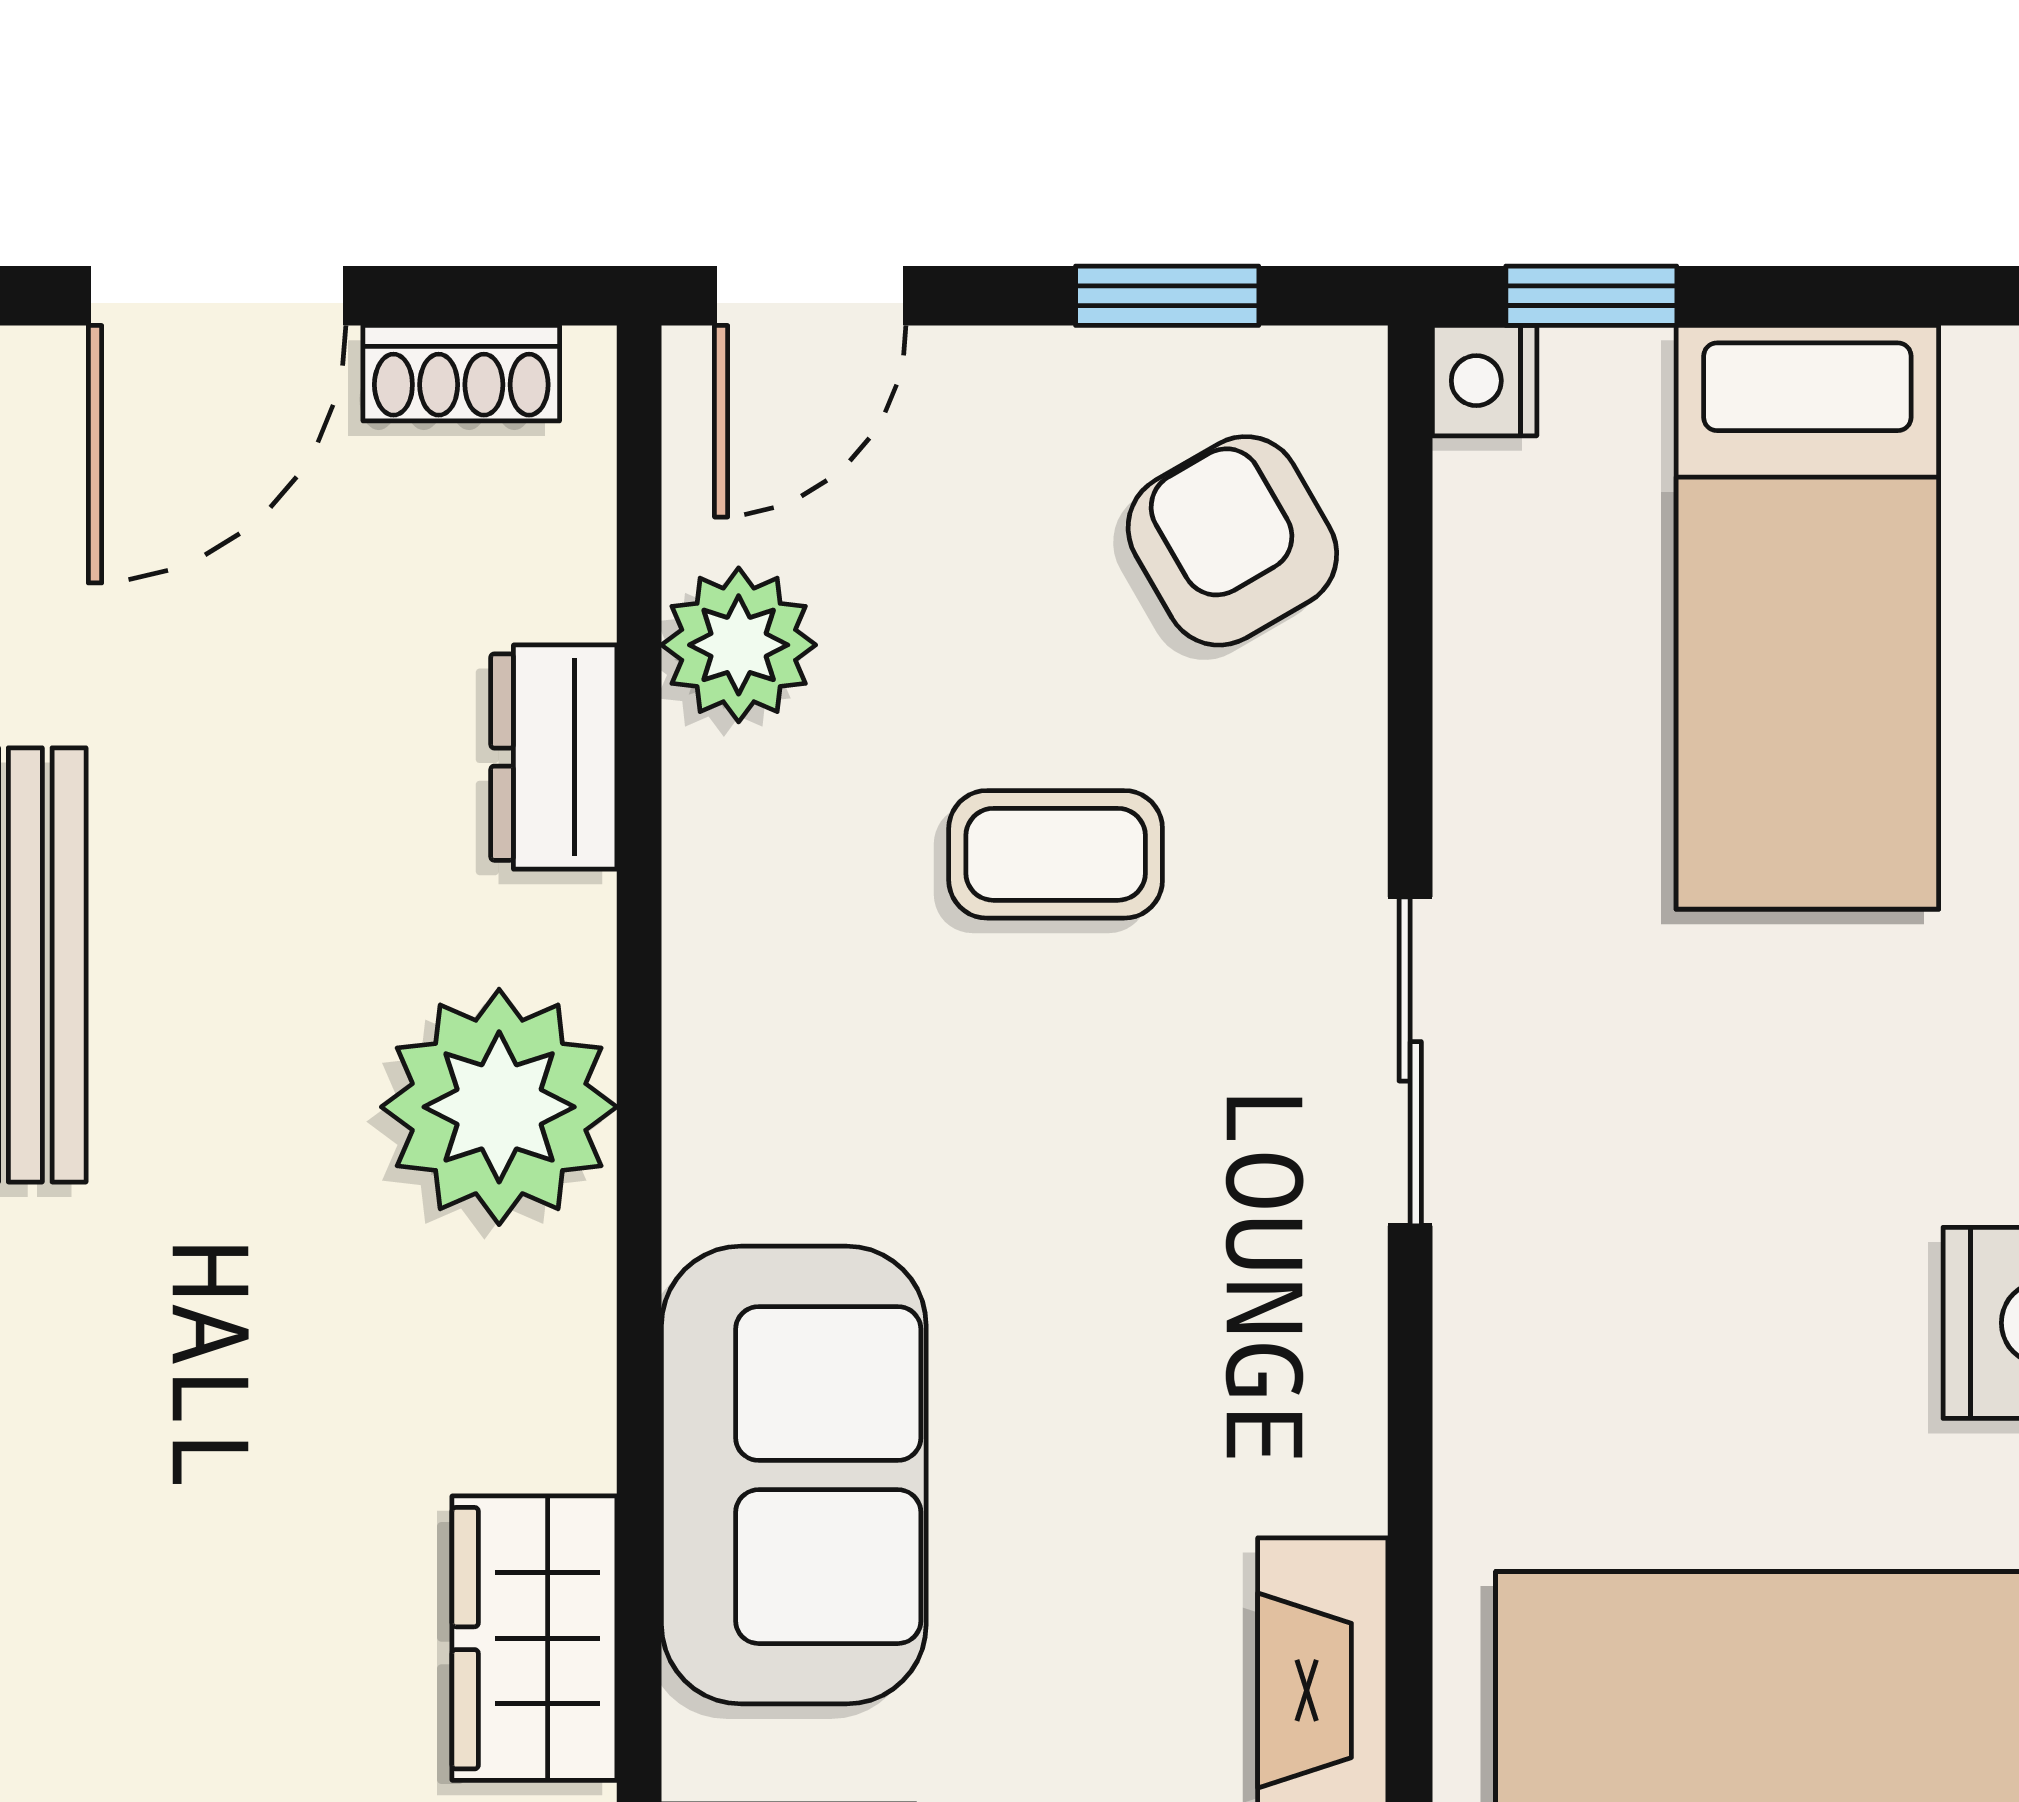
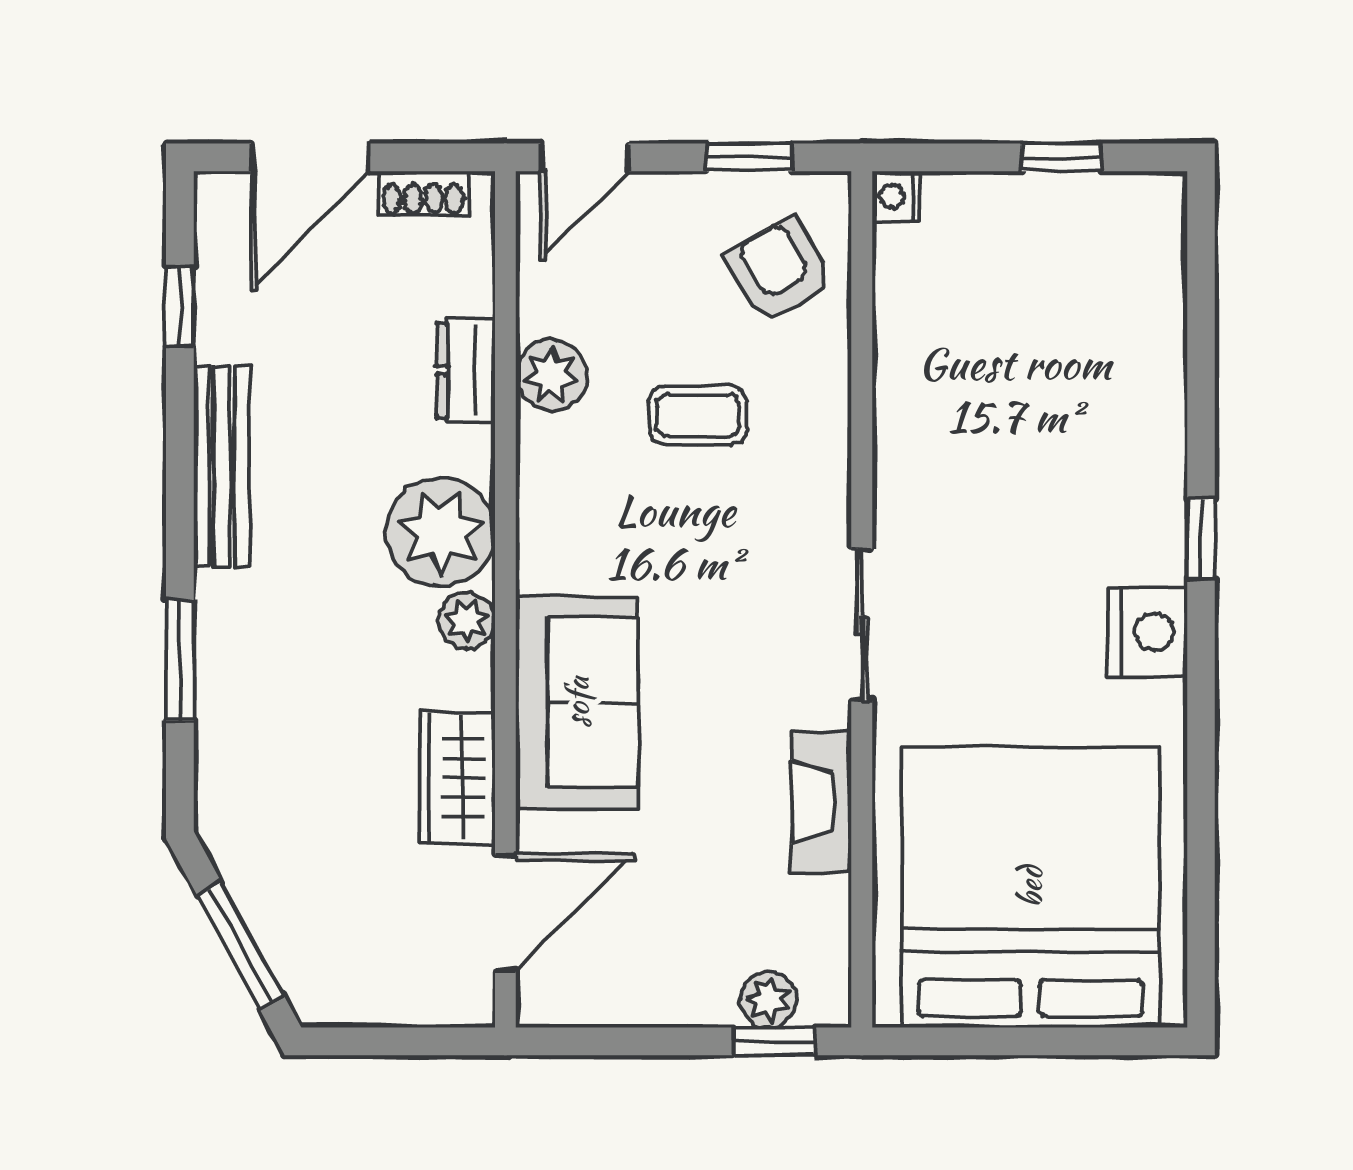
window: (1591, 296) -> (1061, 157), moved
bed: (1807, 617) -> (1045, 306), removed
plant: (739, 645) -> (551, 375), moved
sliding door: (1410, 1061) -> (862, 625), moved
plant: (556, 1298) -> (467, 621), added

